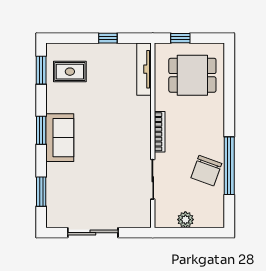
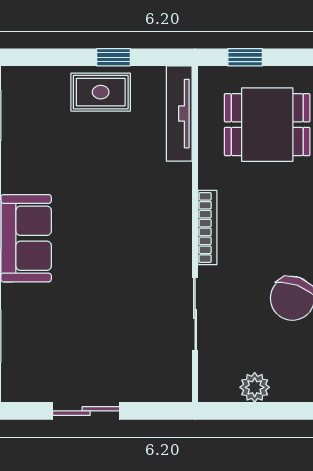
rug: (70, 72) -> (101, 92), moved
sliding door: (93, 233) -> (86, 411), width x0.73

